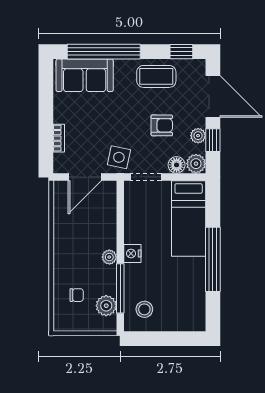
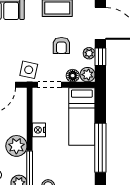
armchair: (162, 125) -> (61, 45), turned 90
nightstand: (132, 254) -> (39, 130), moved
plant: (109, 257) -> (16, 146), width x1.88, depth x1.88

